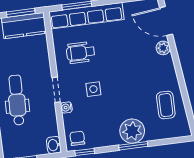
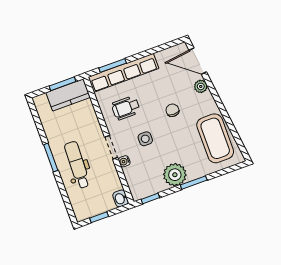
coffee table: (166, 105) -> (215, 138), width x1.86, depth x1.72
plant: (132, 131) -> (175, 175), moved
chair: (77, 138) -> (172, 110), moved

